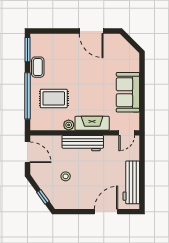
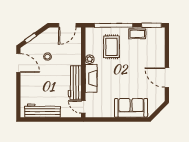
door: (91, 31) -> (167, 78), hinge flipped
sofa: (128, 92) -> (131, 108), moved
workbench: (83, 143) -> (75, 83), moved
door: (106, 212) -> (18, 63), moved

